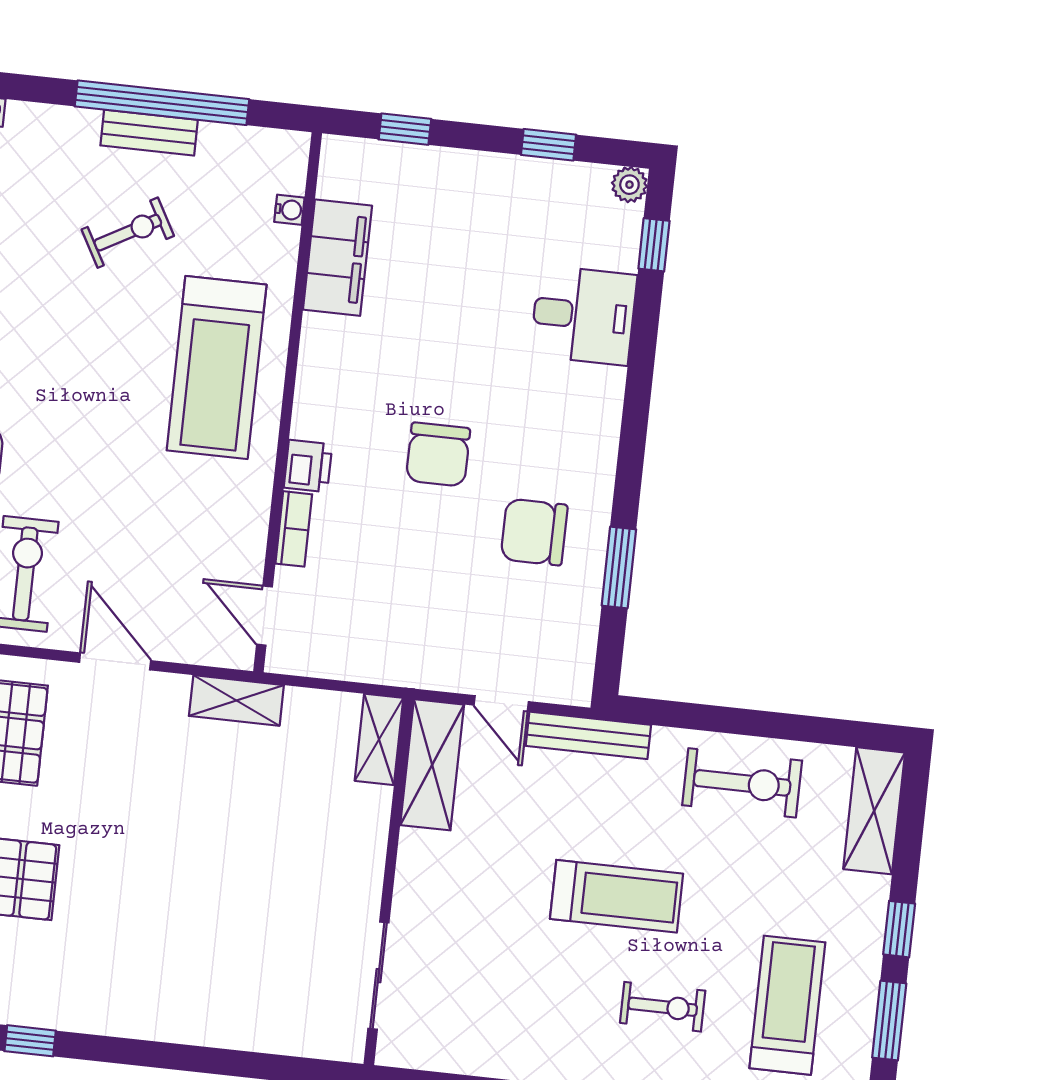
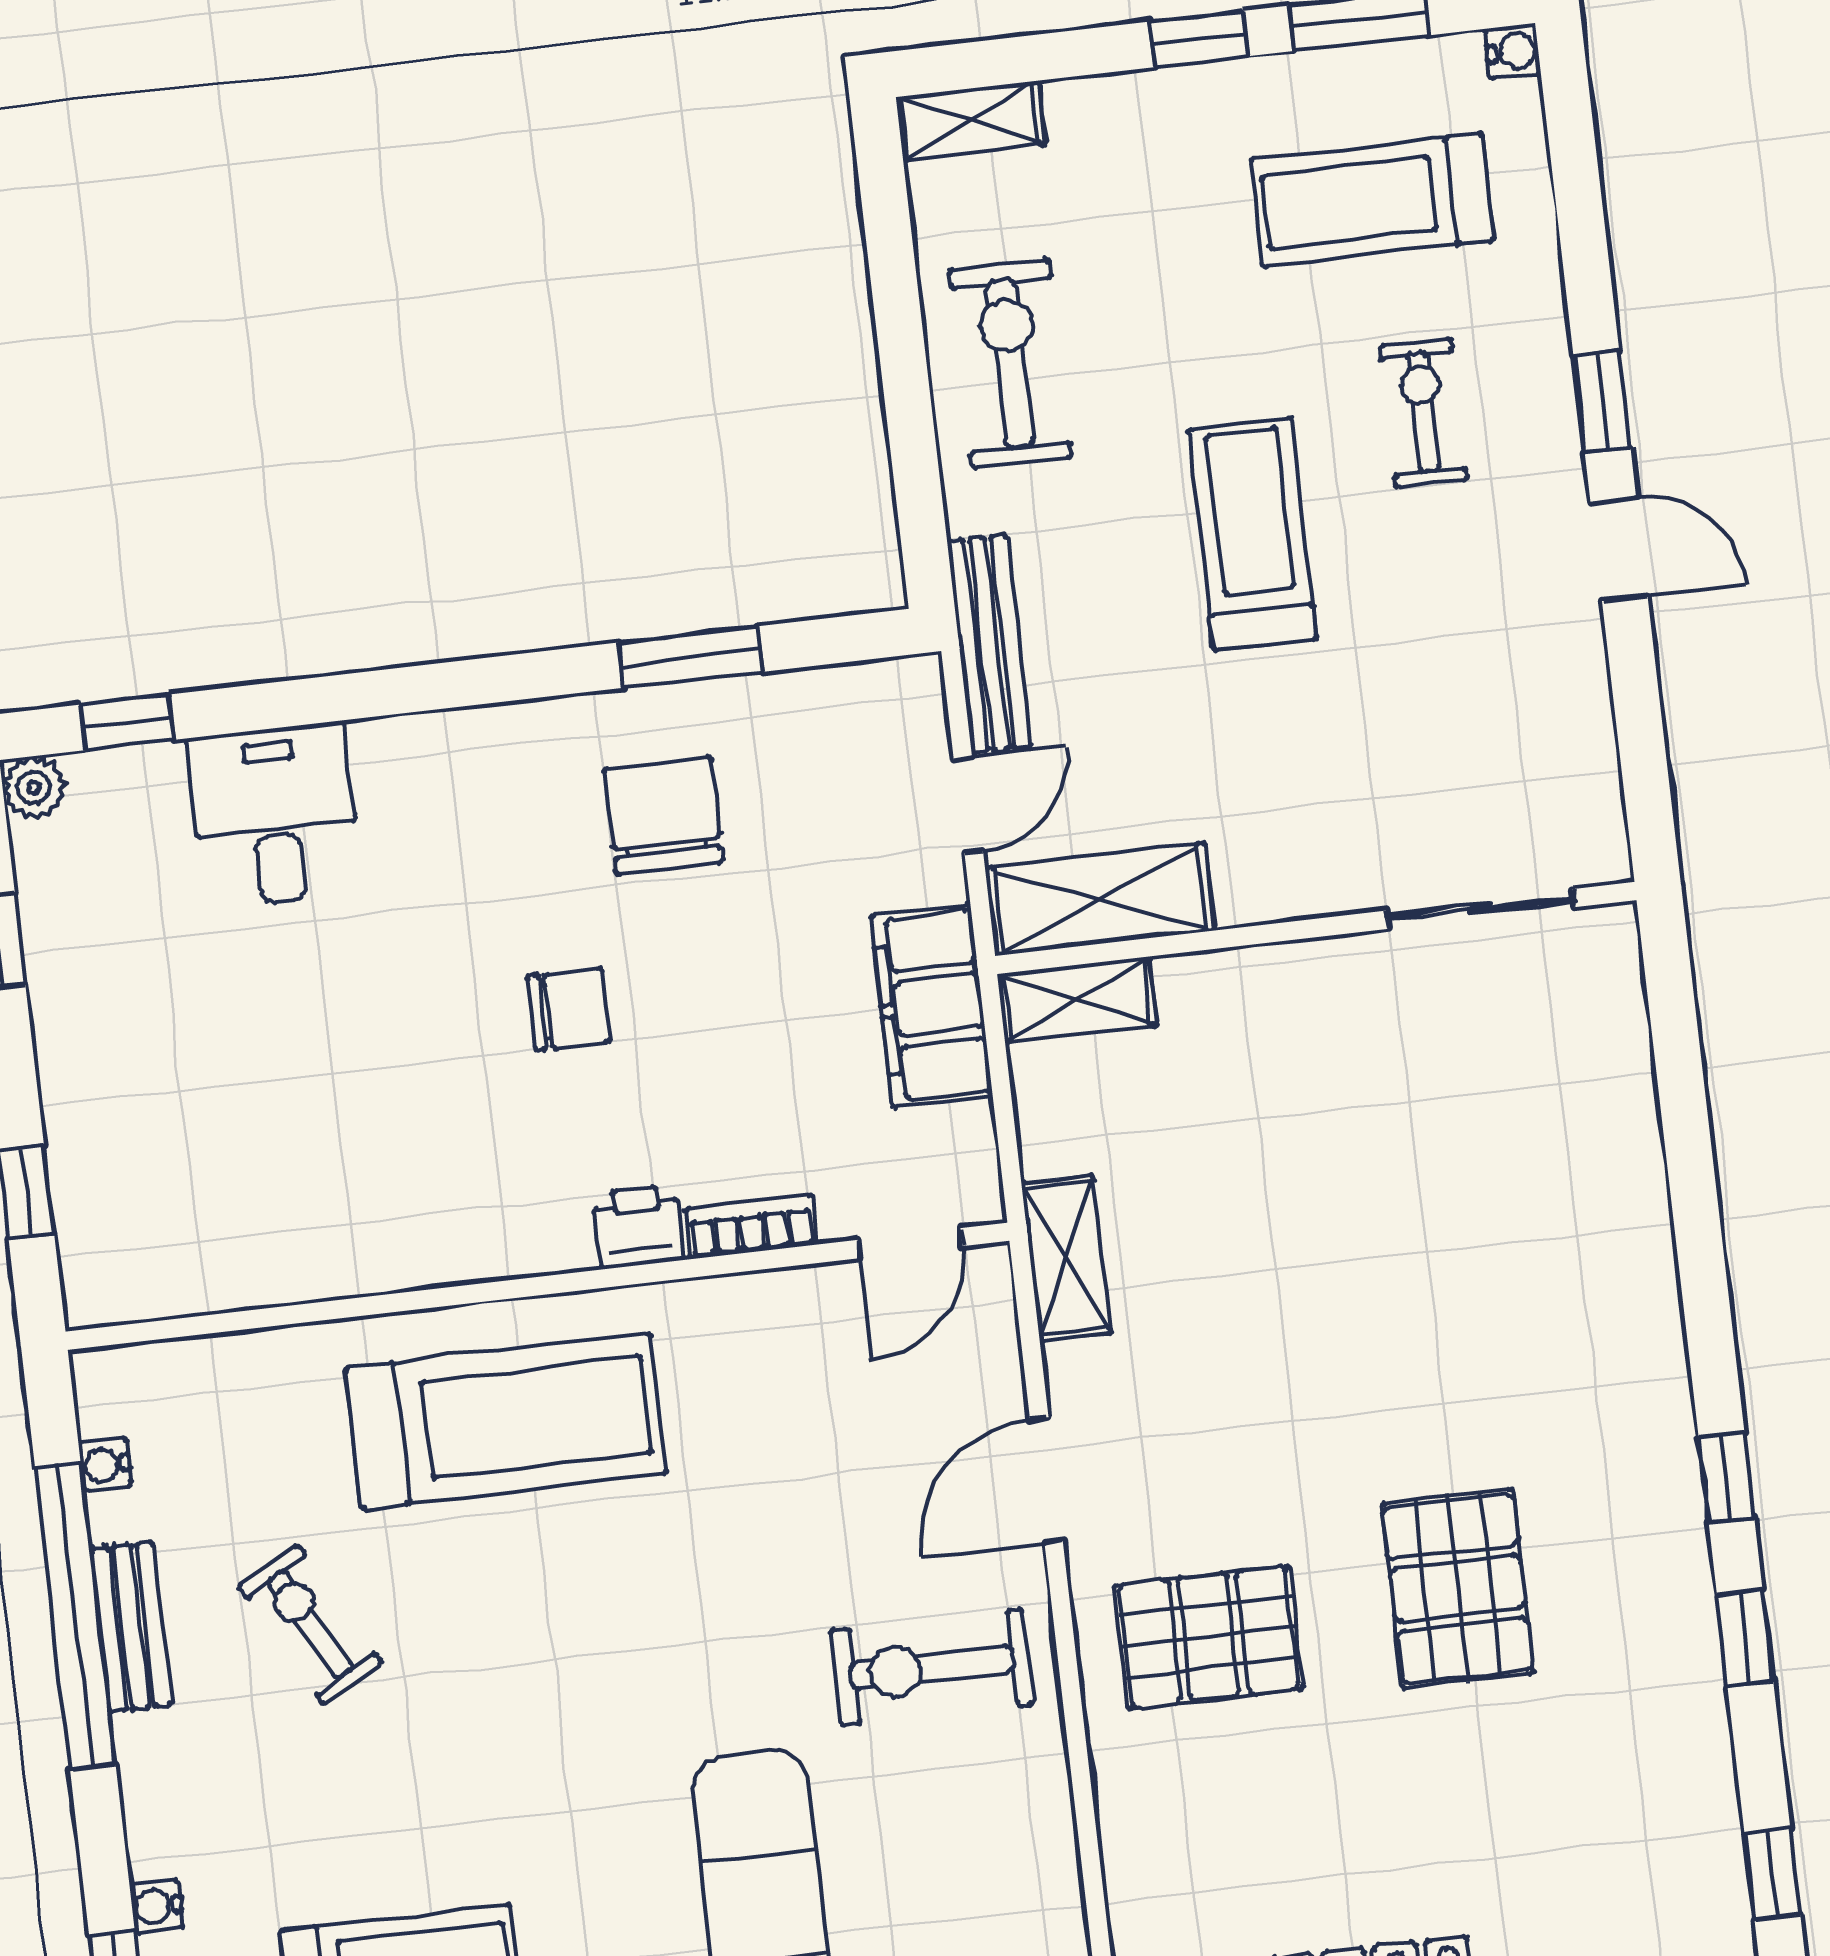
water cooler: (289, 210) -> (105, 1465), moved, turned -90
filing cabinet: (337, 258) -> (932, 1006), moved, turned -90
chair: (438, 454) -> (568, 1009), width x0.73, depth x0.73
chair: (534, 532) -> (663, 815), turned 180
shelving: (874, 811) -> (970, 121), width x0.67, depth x0.75

